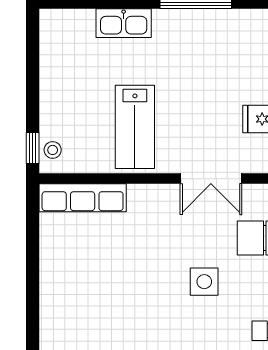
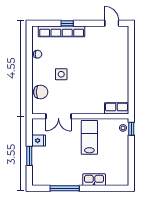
double door: (211, 179) -> (58, 116), swing flipped
row of seats: (83, 198) -> (117, 108), width x0.68

